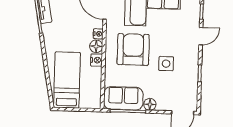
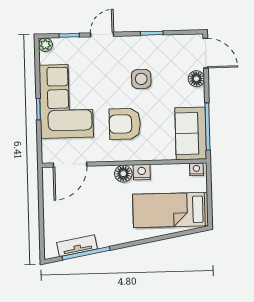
nightstand: (98, 34) -> (196, 169), moved
door: (201, 36) -> (102, 35), hinge flipped
armchair: (133, 49) -> (125, 124), width x0.73, depth x0.73
floor lamp: (150, 104) -> (196, 79), moved

